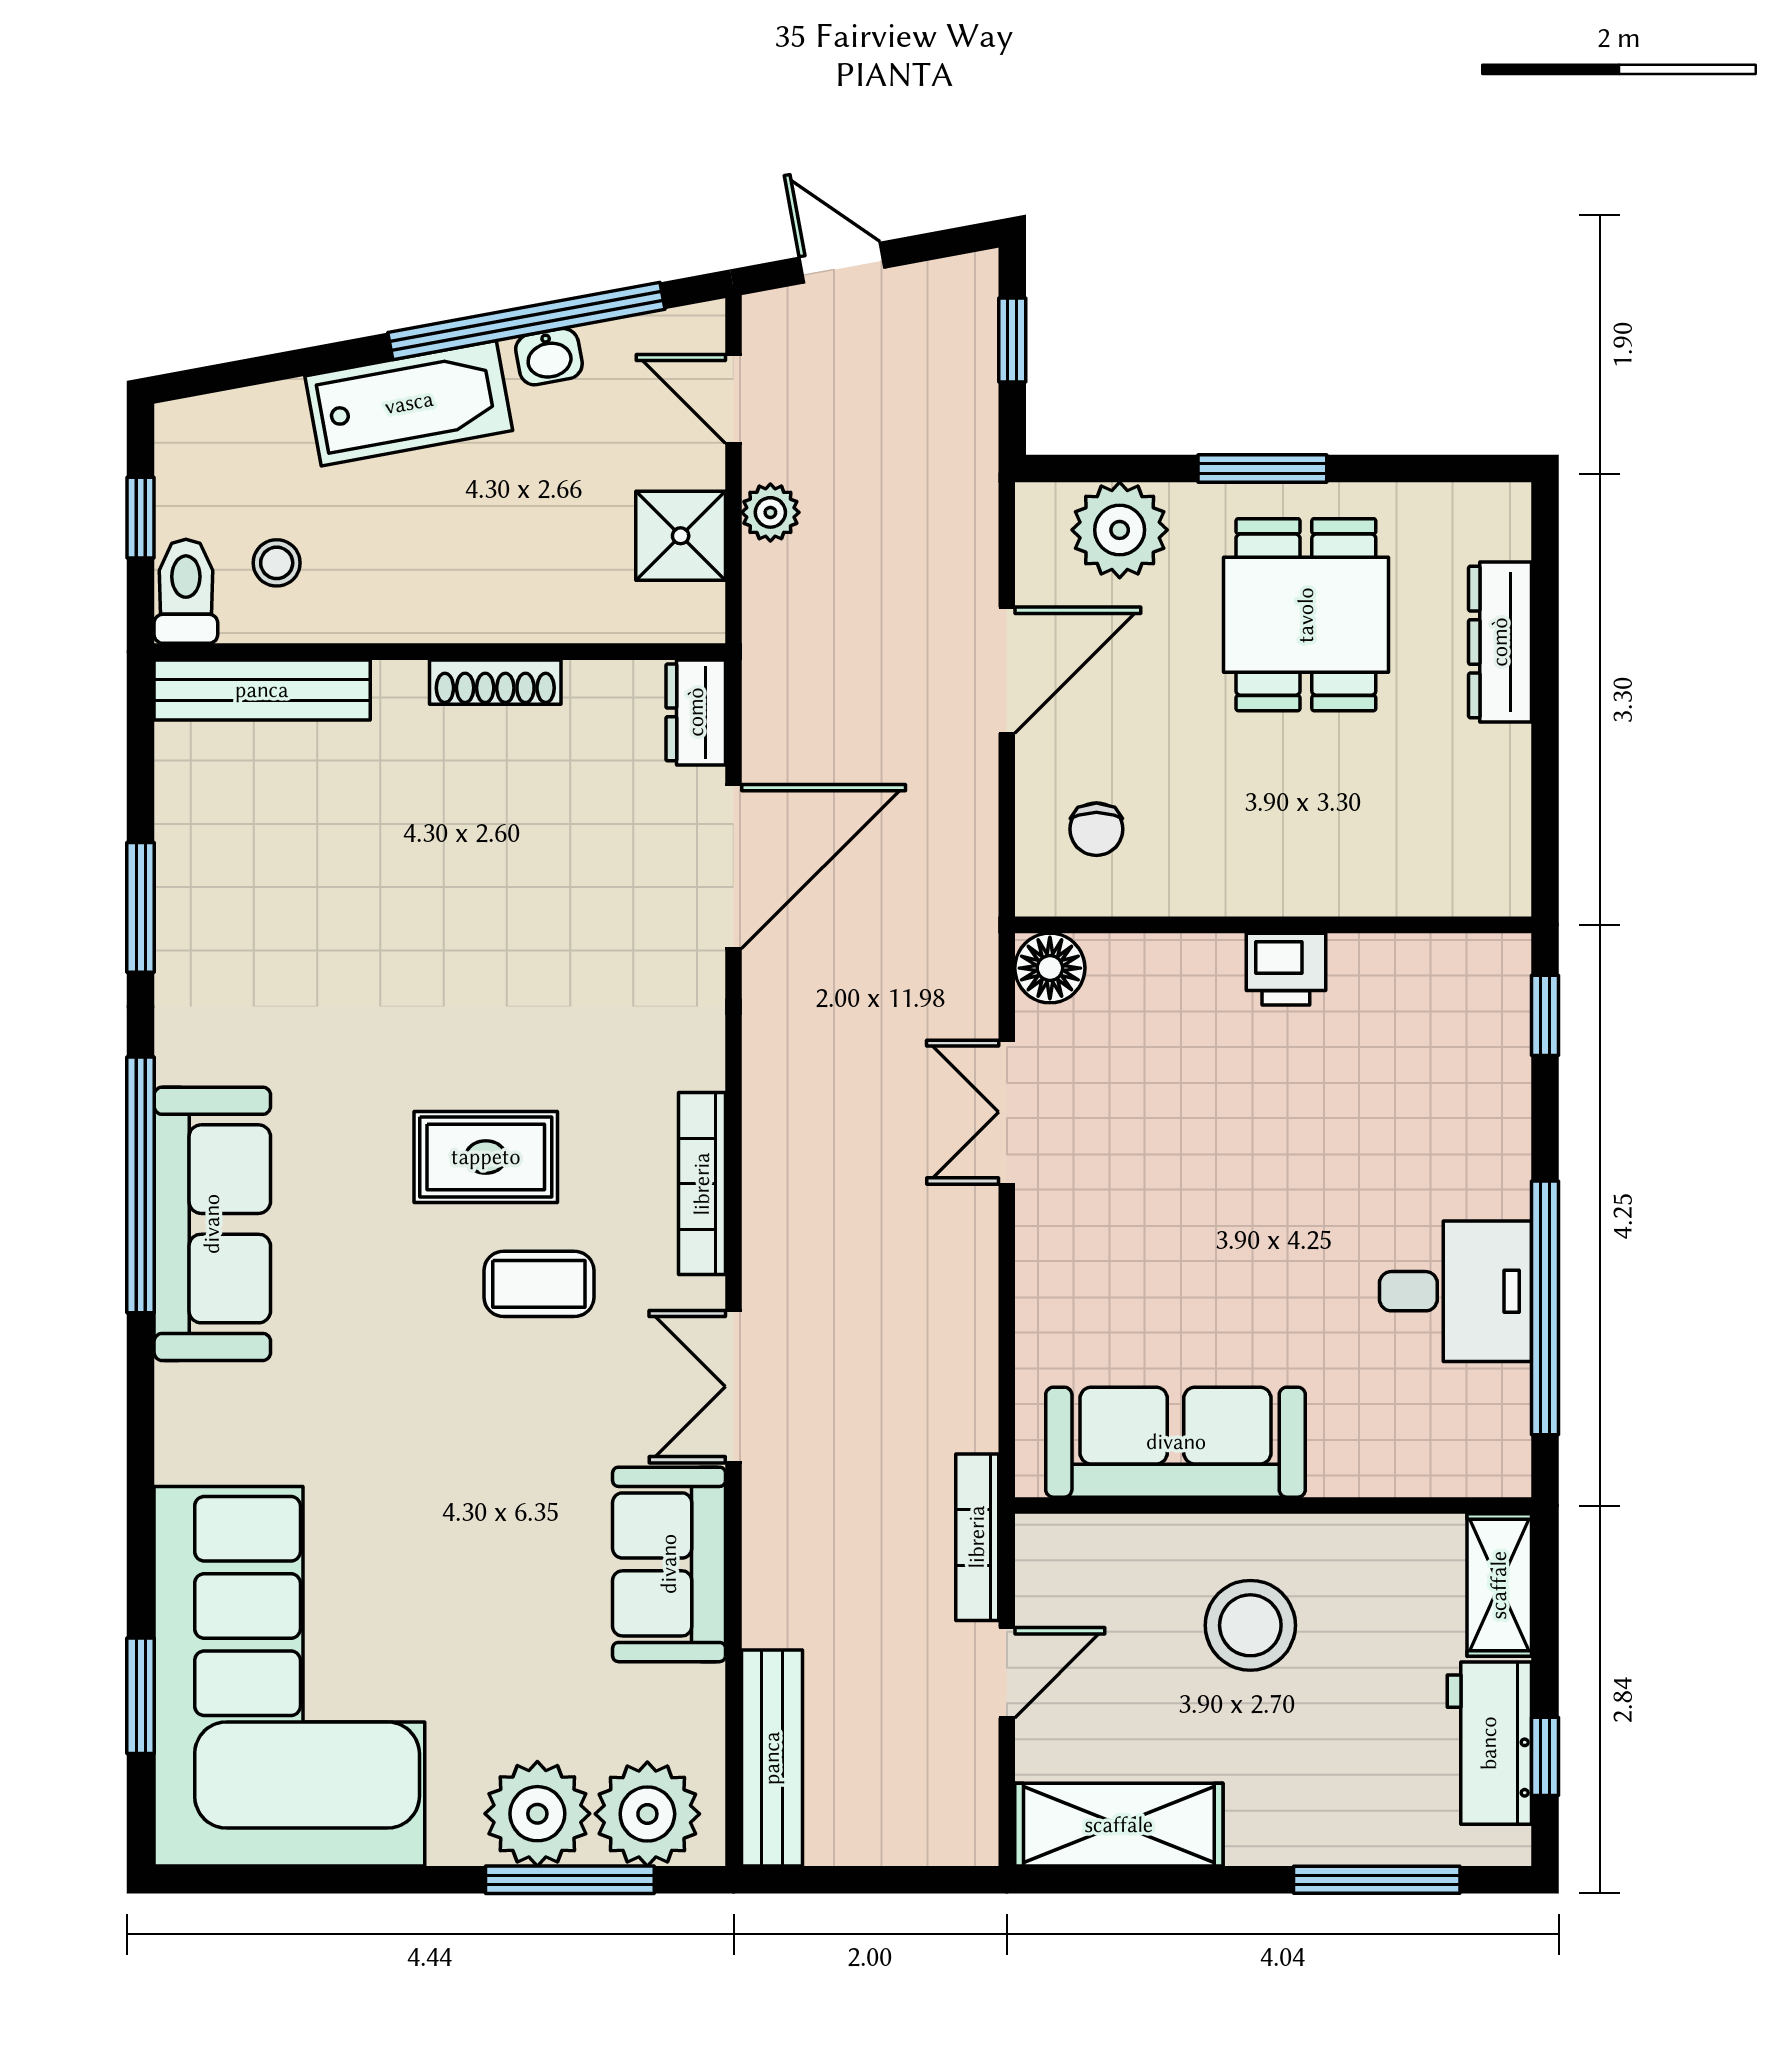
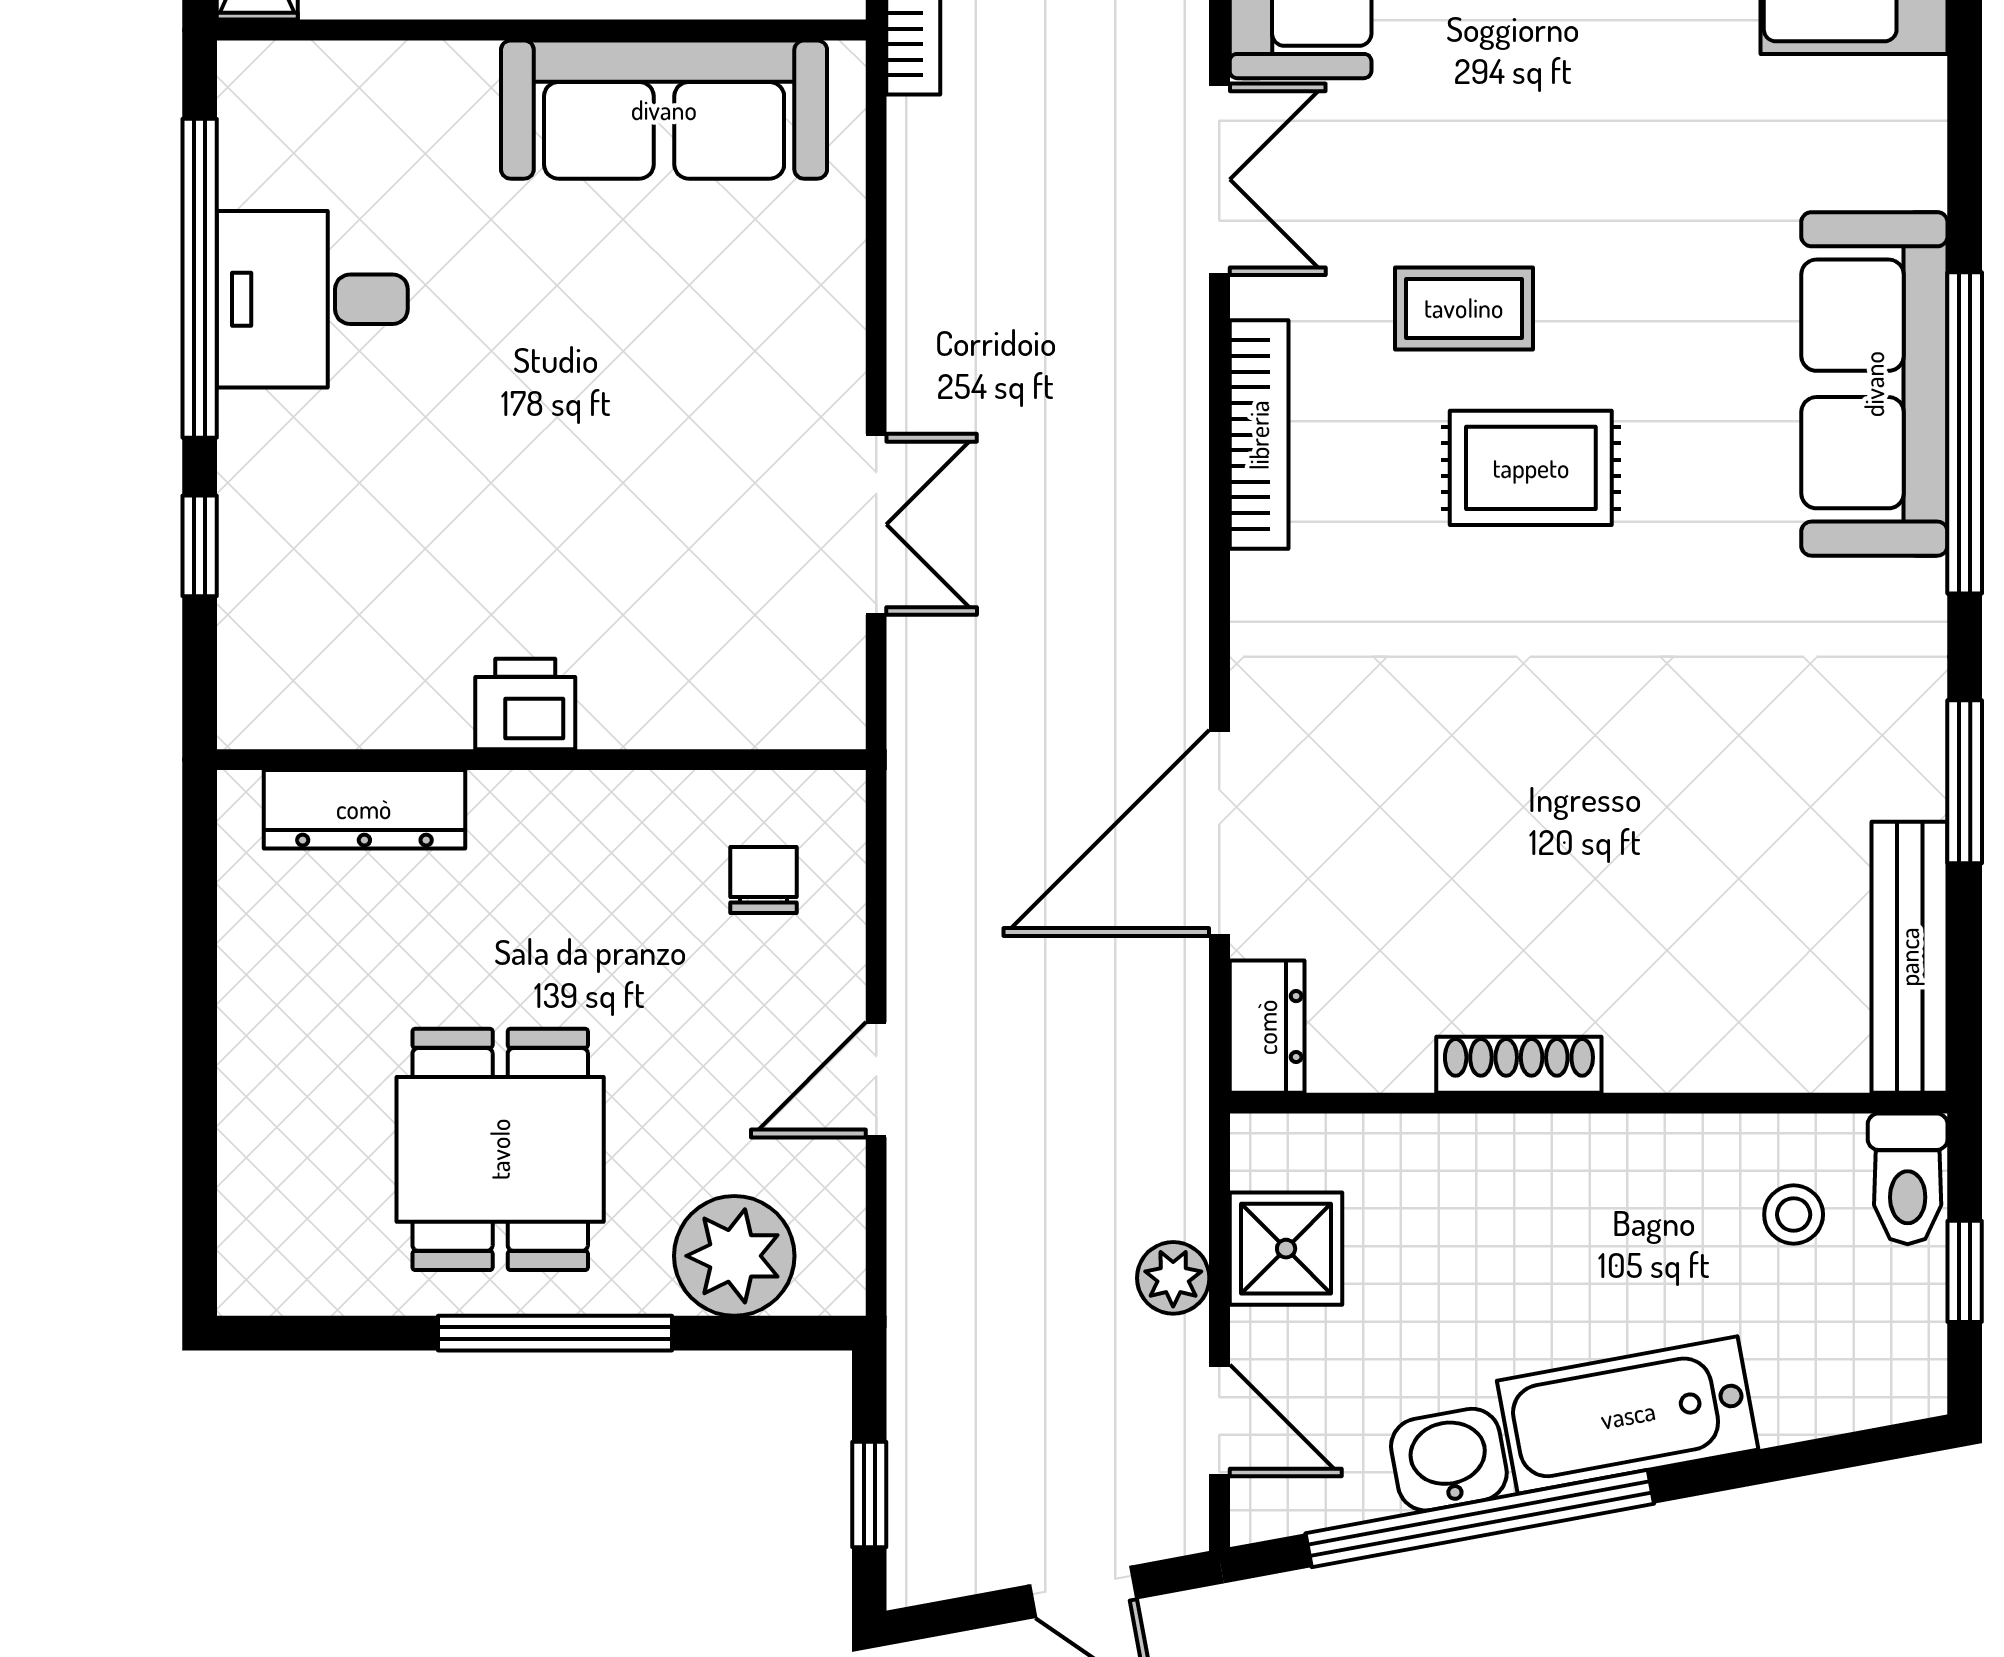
washbasin: (549, 357) -> (1449, 1460), width x1.38, depth x1.45
window: (1262, 468) -> (555, 1333), width x1.44
dresser: (1500, 642) -> (364, 809), moved, turned 90
door: (1007, 670) -> (876, 1080), width x0.73
bench: (262, 690) -> (1909, 957), moved, turned 90
floor lamp: (1050, 968) -> (822, 705), removed
window: (1545, 1015) -> (200, 546), moved

